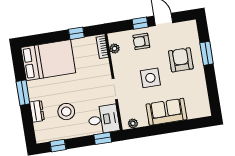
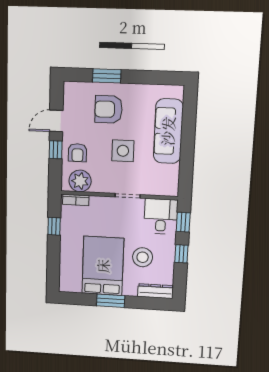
plant: (114, 49) -> (80, 181), width x1.87, depth x1.87
bed: (48, 60) -> (103, 266), moved
dresser: (37, 111) -> (155, 291), moved, width x1.44
sofa: (166, 112) -> (168, 131), width x1.36
plant: (133, 123) -> (173, 183), removed
window: (58, 146) -> (181, 254), moved

